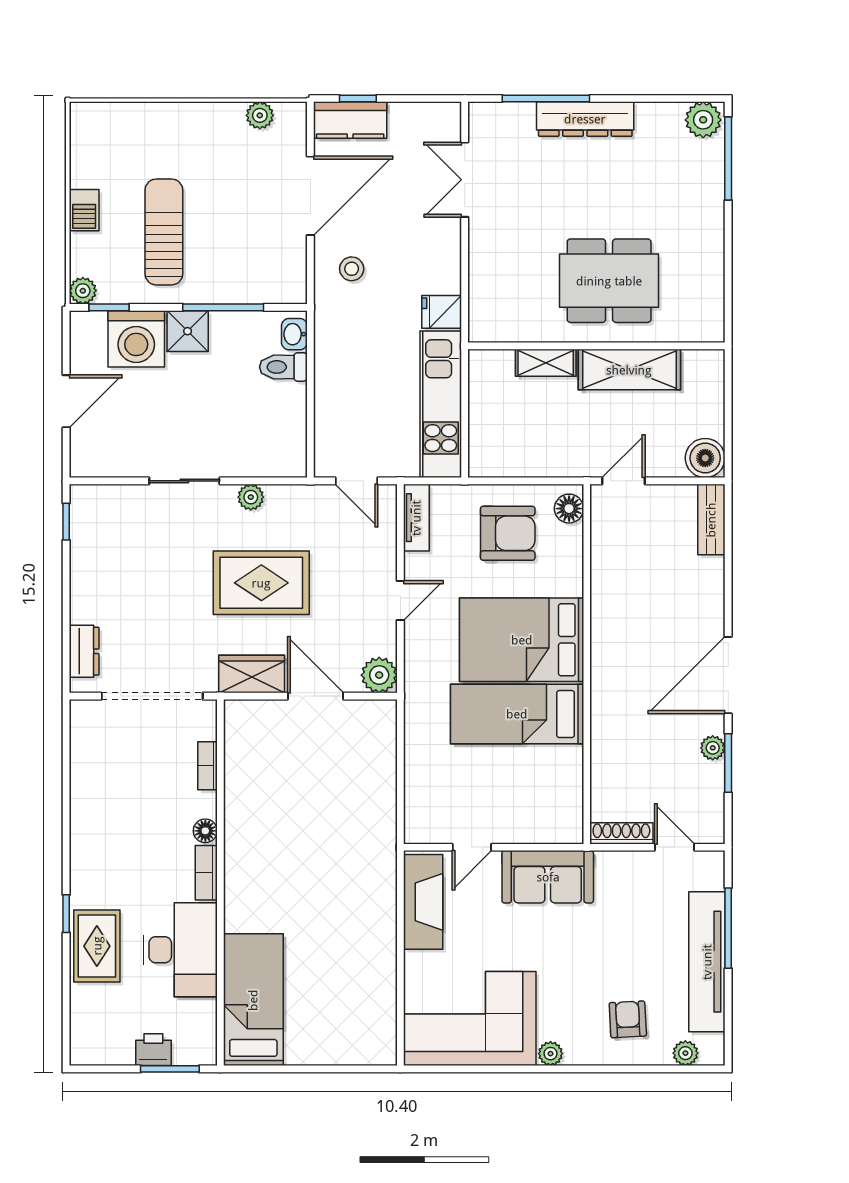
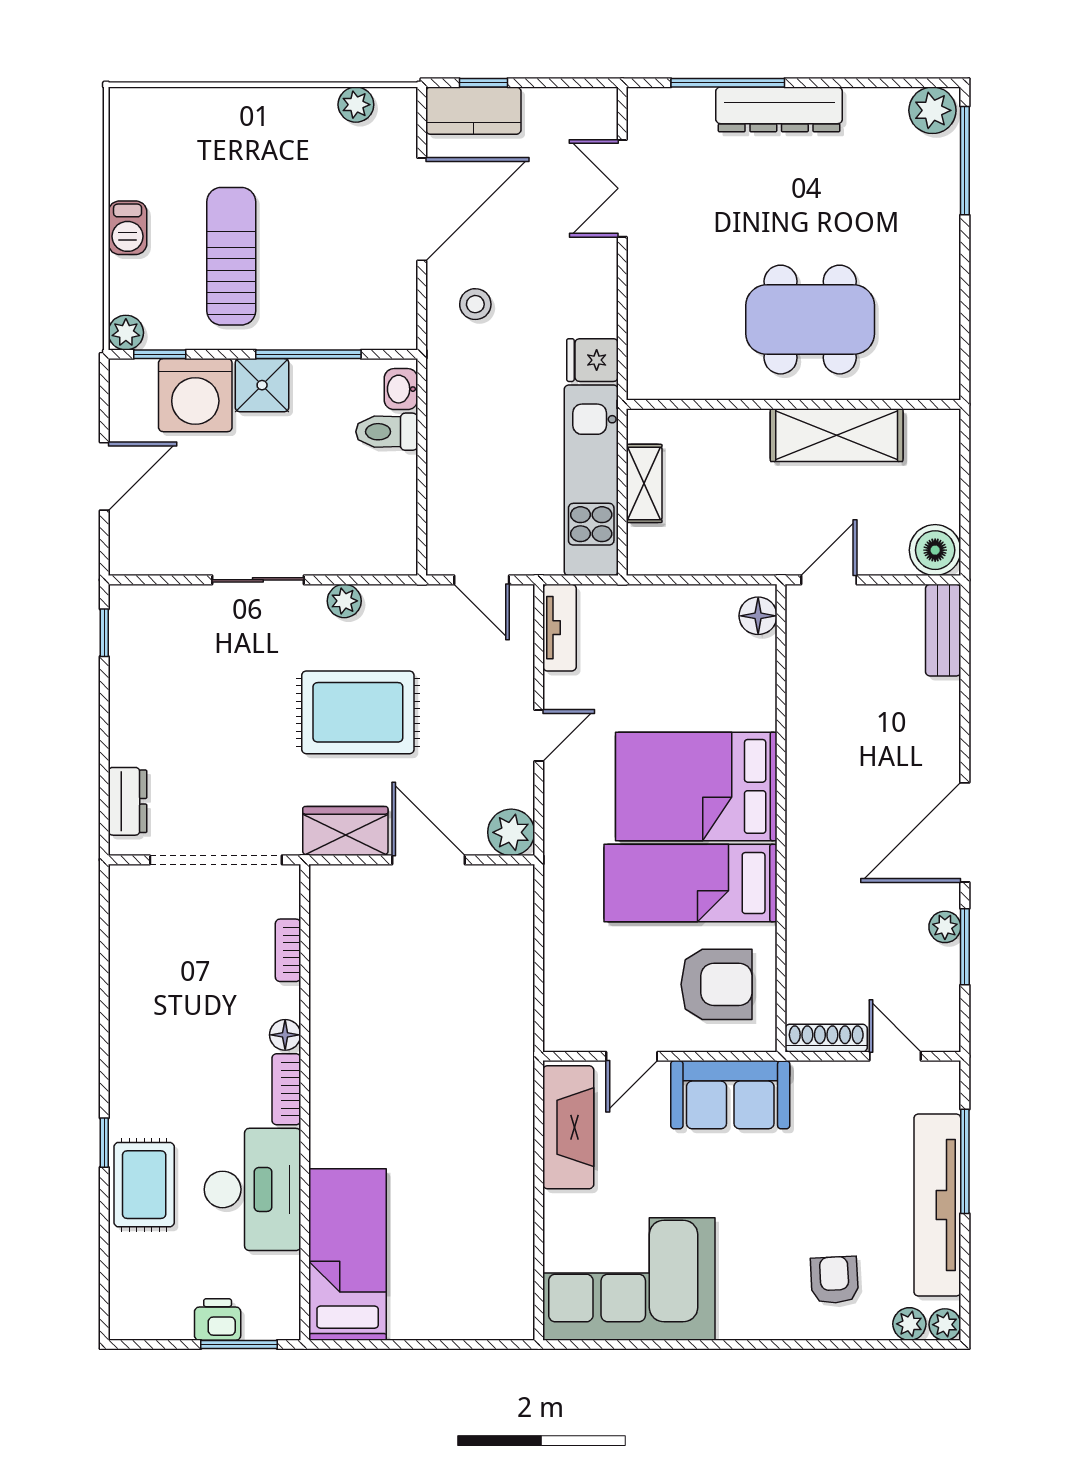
shelving: (546, 363) -> (644, 483), moved, turned 90
armchair: (508, 533) -> (716, 984), moved
plant: (551, 1054) -> (945, 1325), moved

